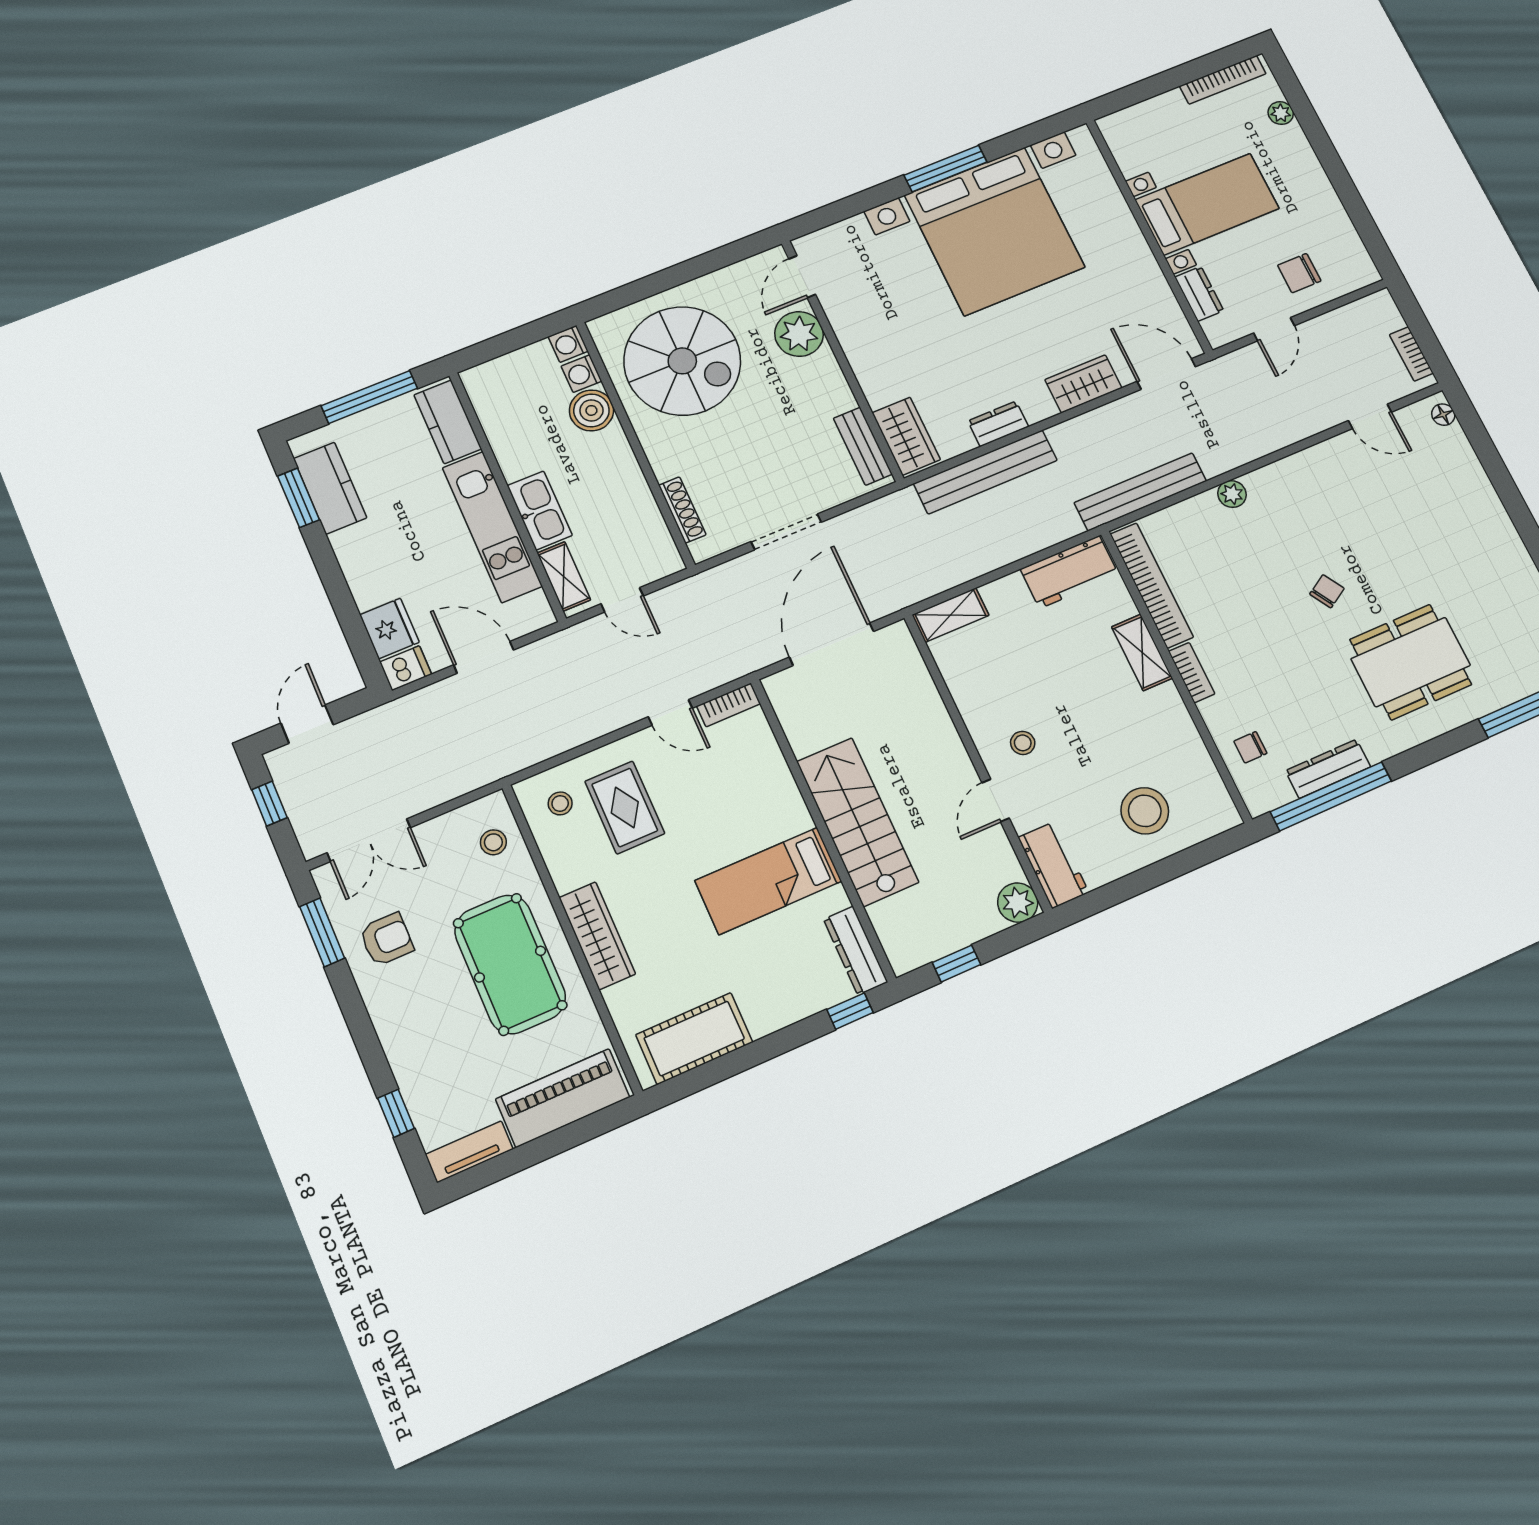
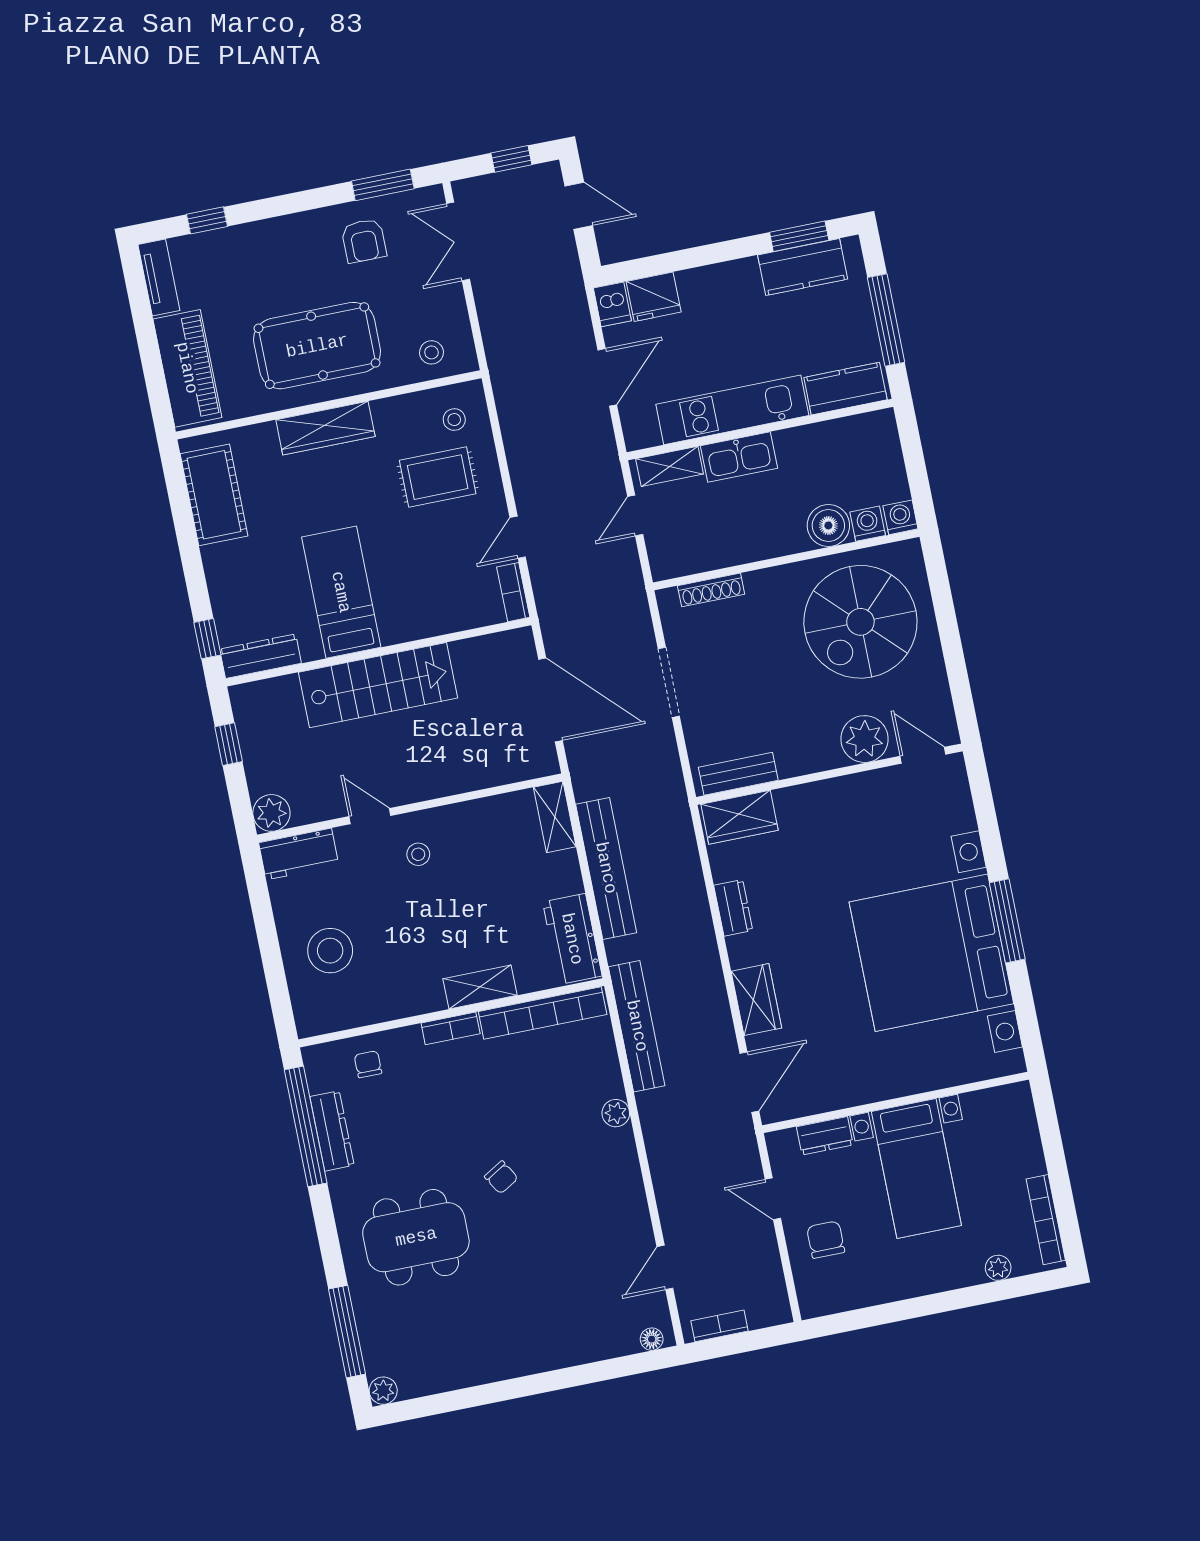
bench: (985, 472) -> (606, 868), moved
dining table: (1411, 662) -> (416, 1237), turned 90

